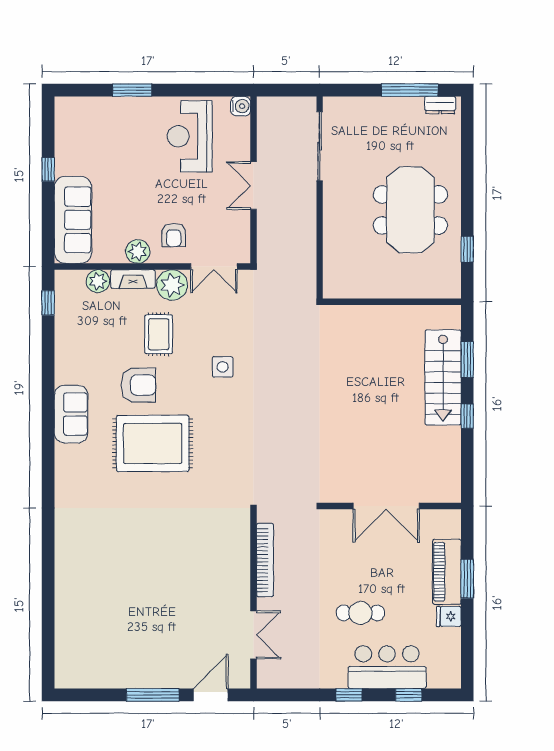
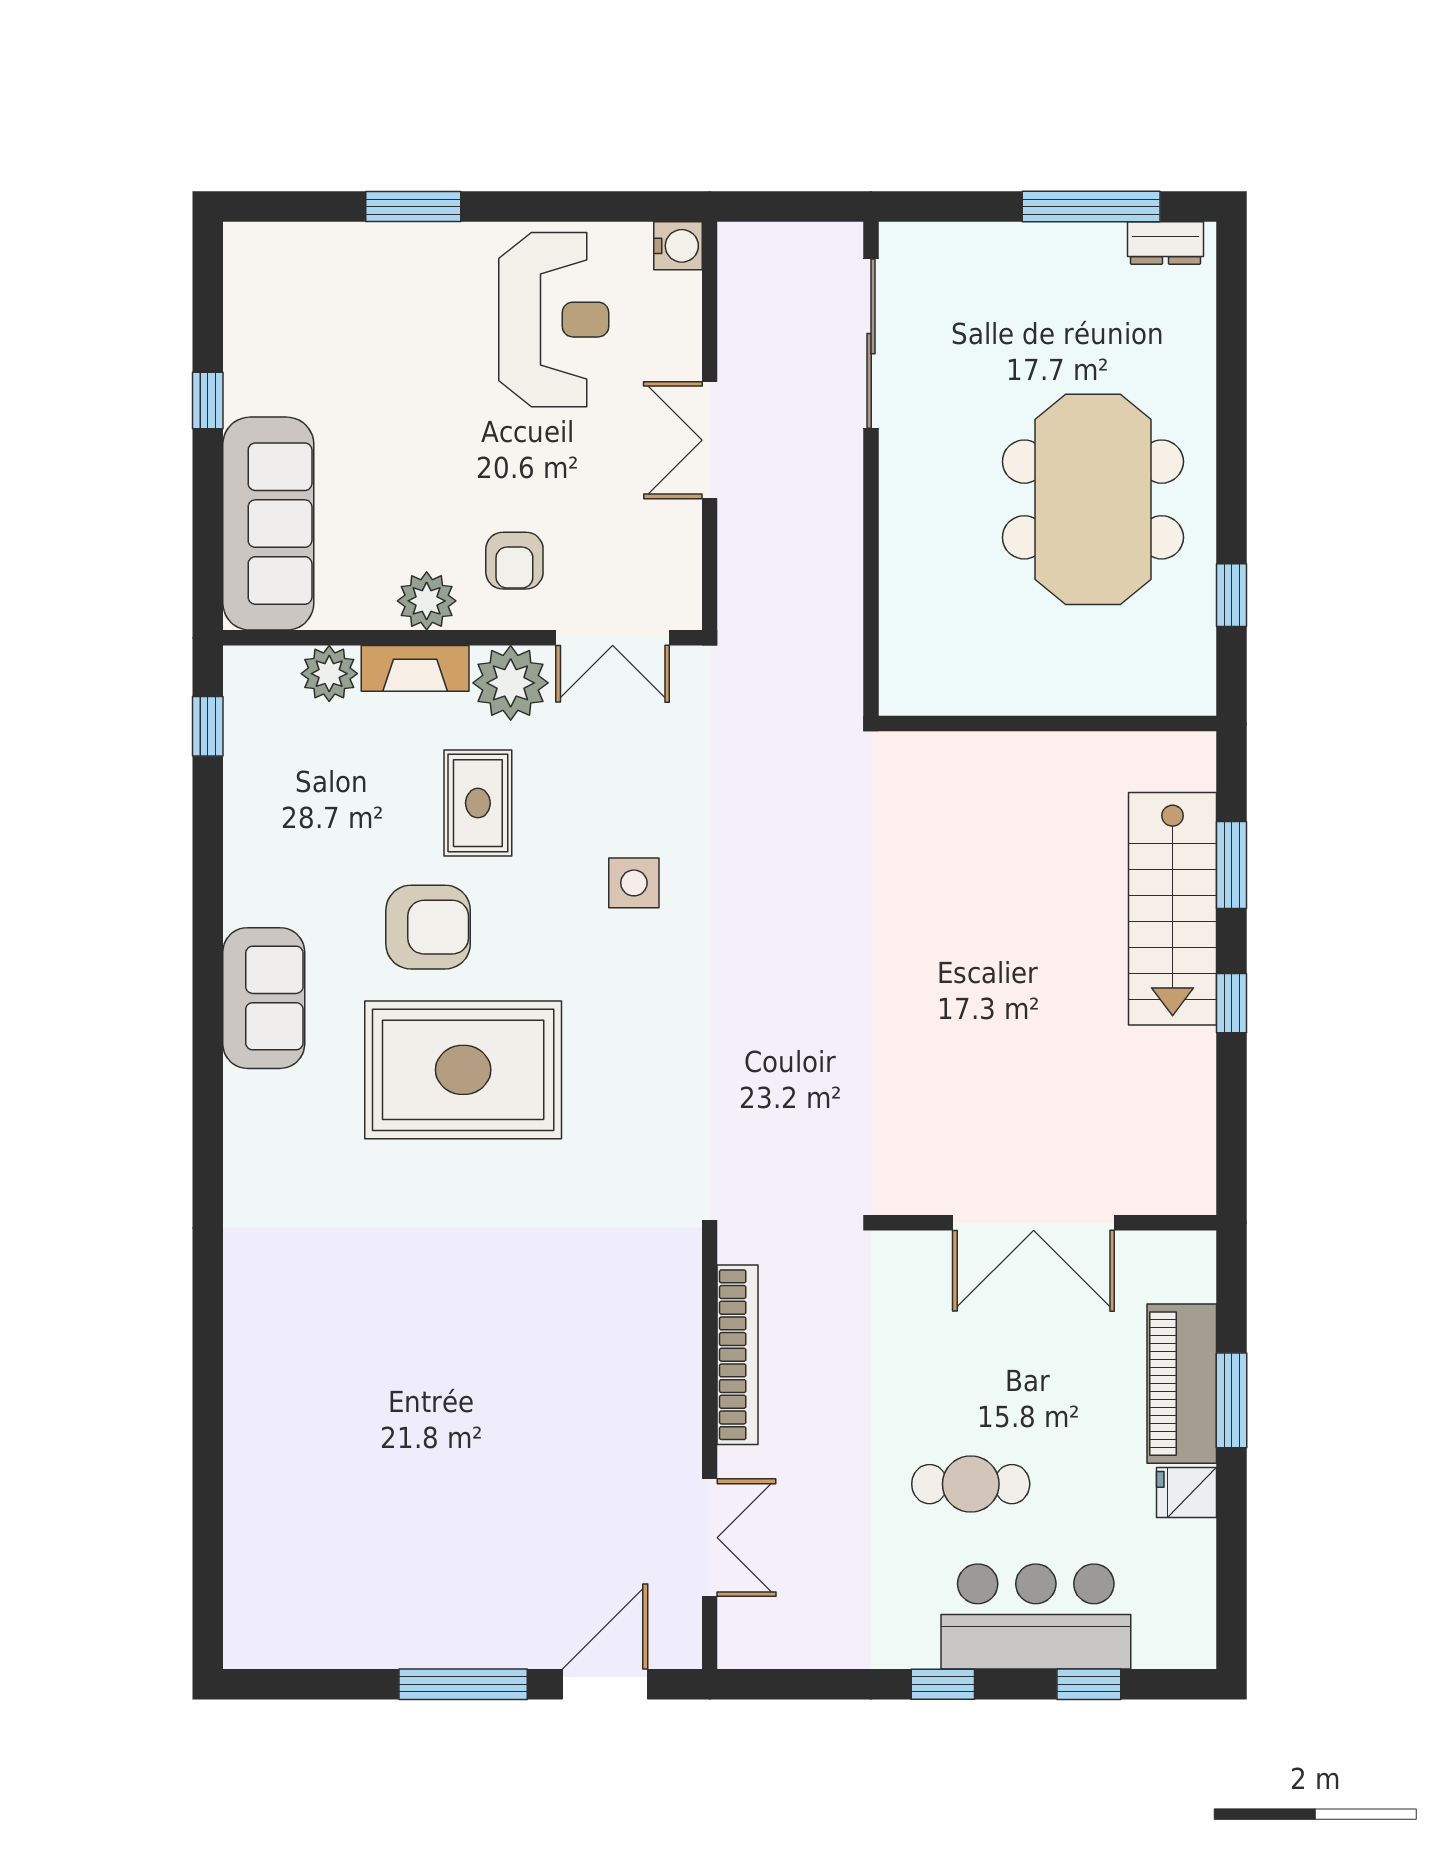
reception desk: (190, 136) -> (554, 320), turned 180

